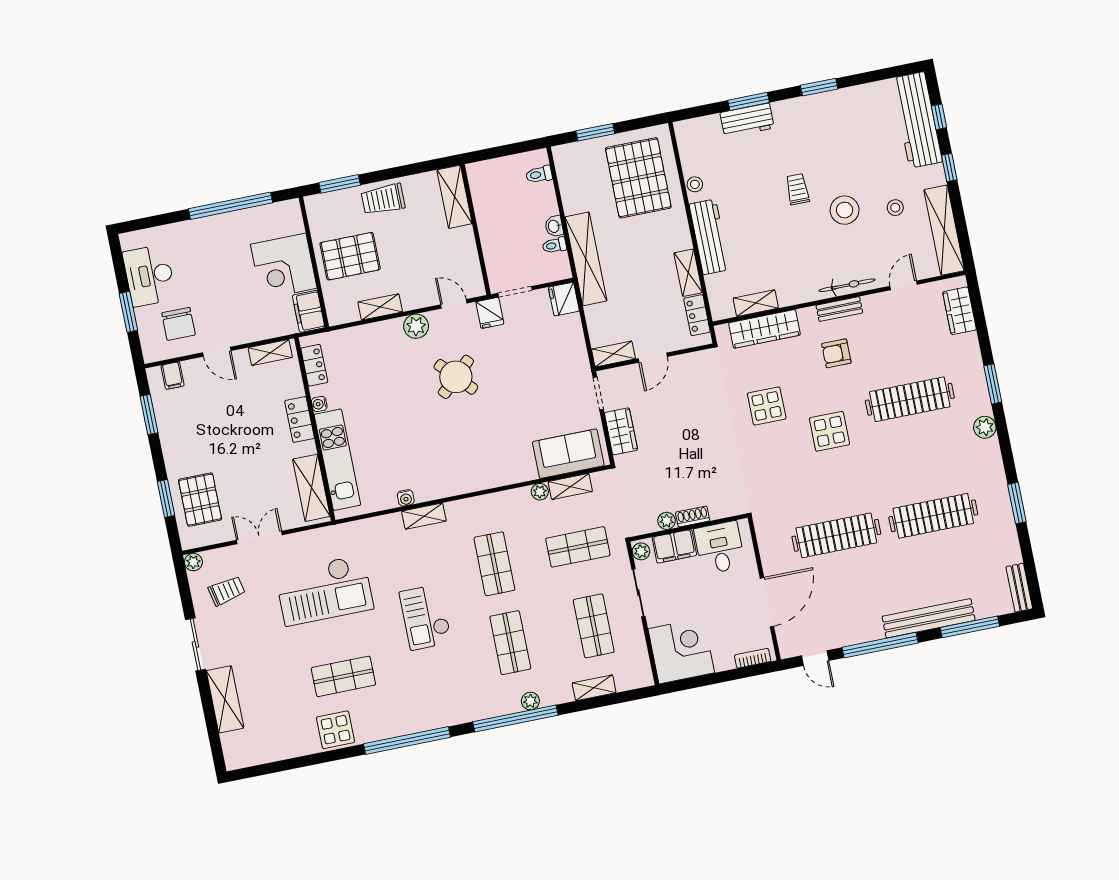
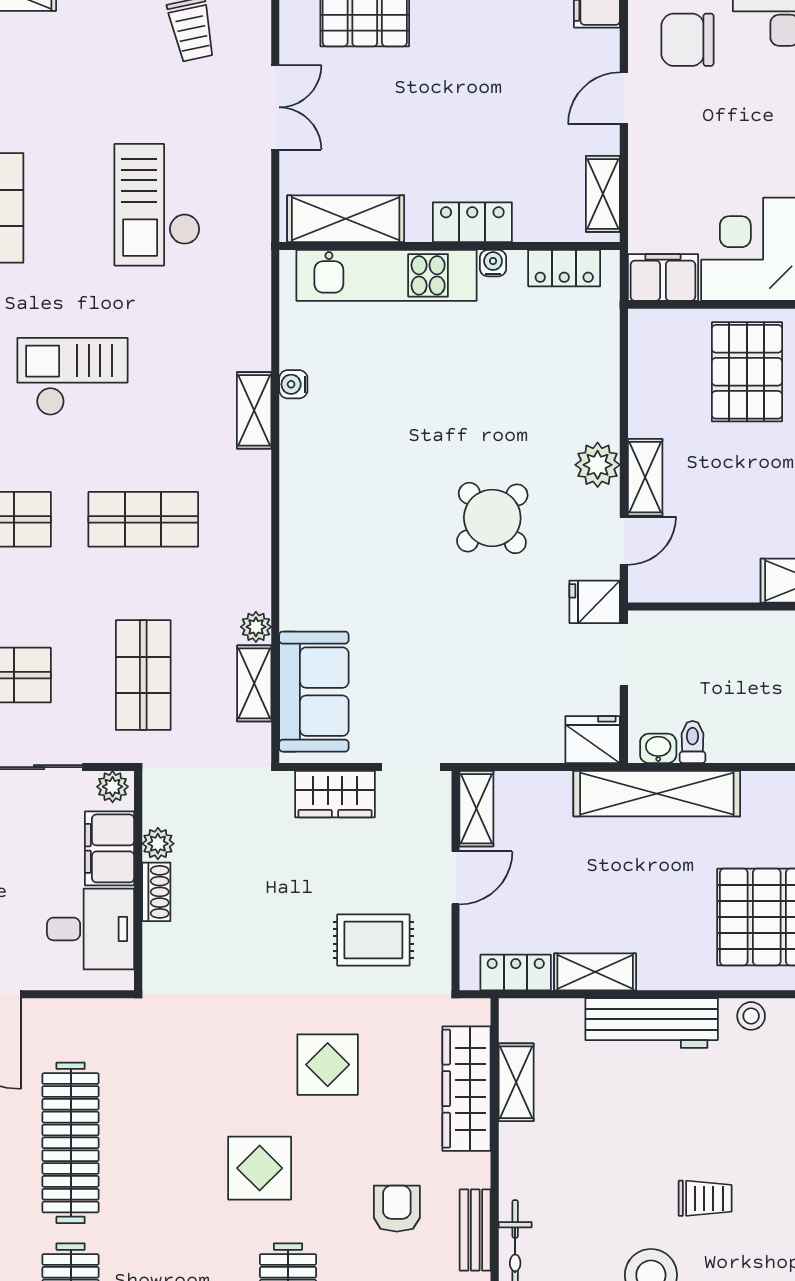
washbasin: (554, 226) -> (658, 748), moved
shelving: (380, 307) -> (645, 477), moved
door: (653, 358) -> (455, 878), swing flipped
rug: (695, 395) -> (373, 940), added
checkout: (324, 590) -> (157, 205), width x0.73, depth x0.83

